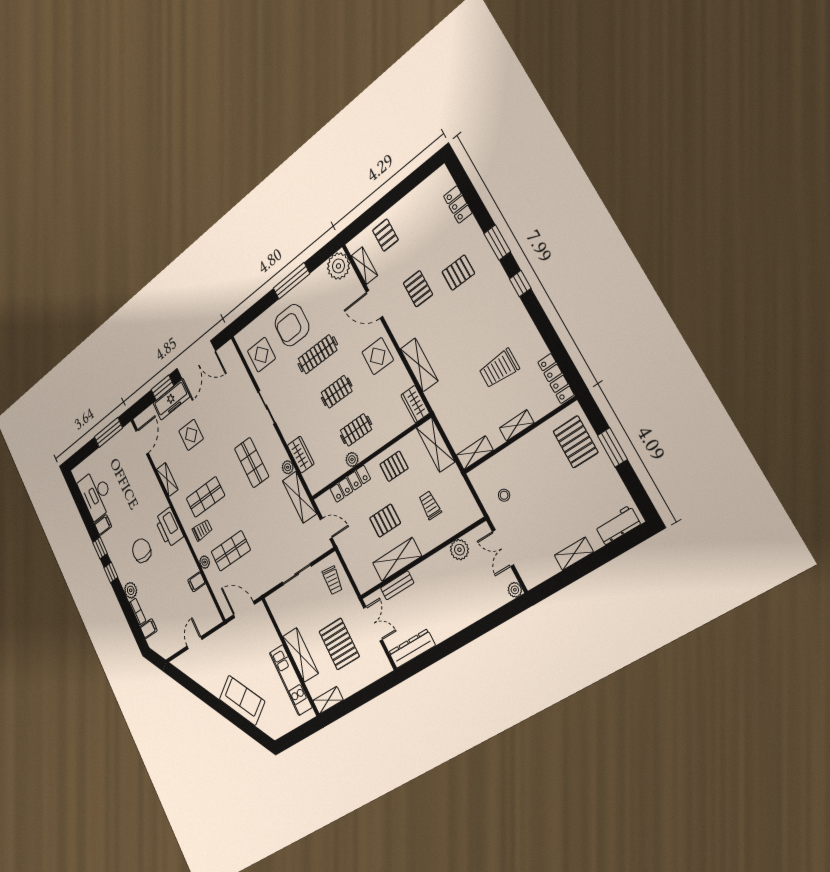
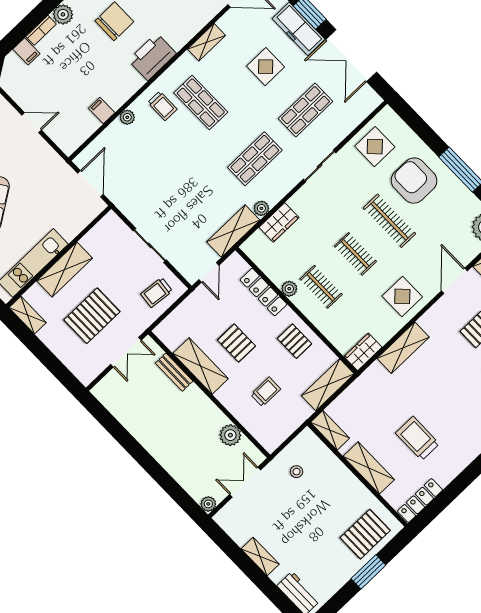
shelving: (517, 425) -> (369, 468), width x1.50, depth x1.33
shop shelf: (231, 551) -> (306, 110), moved, turned 90
dresser: (412, 649) -> (115, 404), removed

